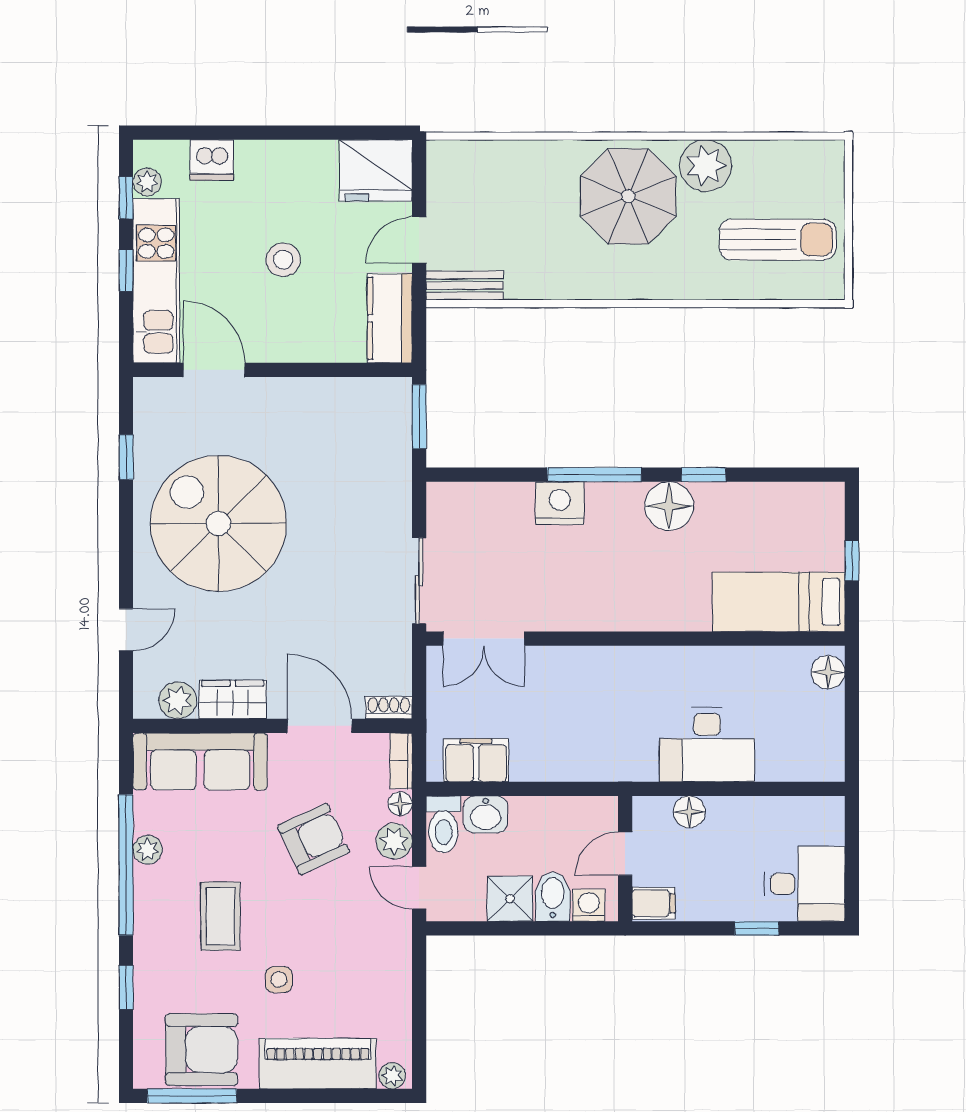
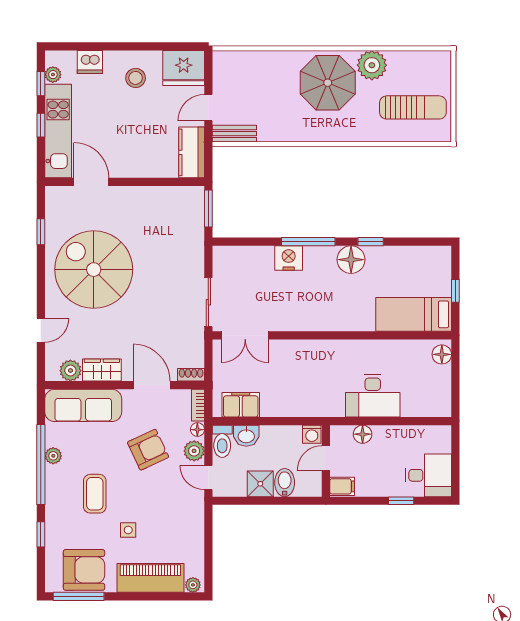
stool: (283, 260) -> (136, 78), moved
washing machine: (589, 905) -> (312, 434), moved, turned 180

